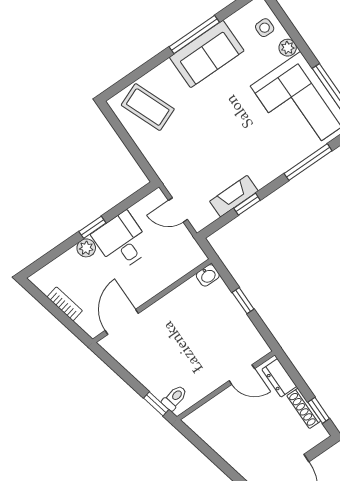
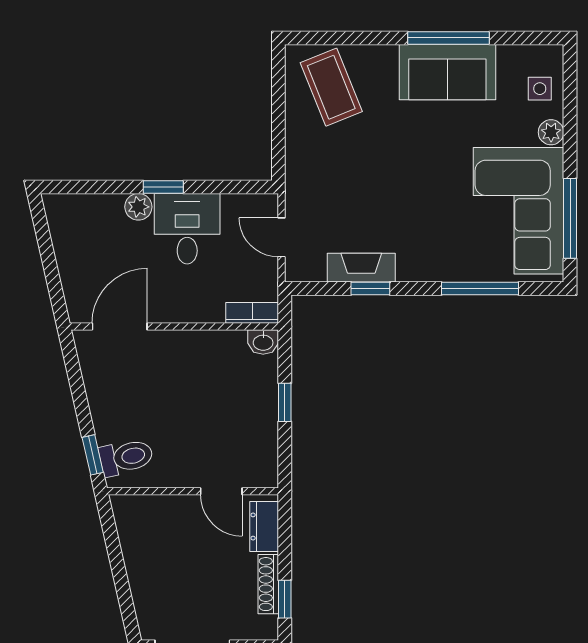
bookcase: (65, 304) -> (252, 313), moved, turned -77
toilet: (175, 398) -> (126, 457), width x1.37, depth x1.39

